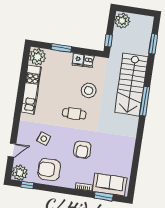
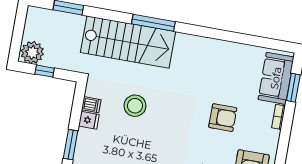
window: (108, 40) -> (45, 71), moved
cafe table: (74, 114) -> (169, 128), removed

